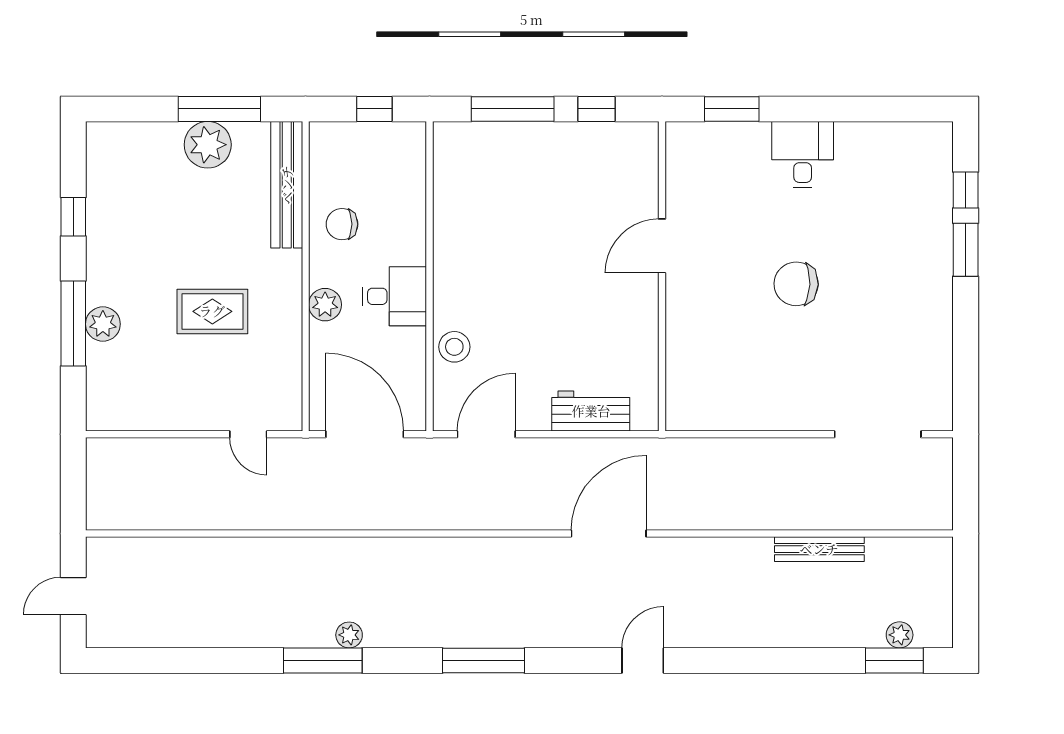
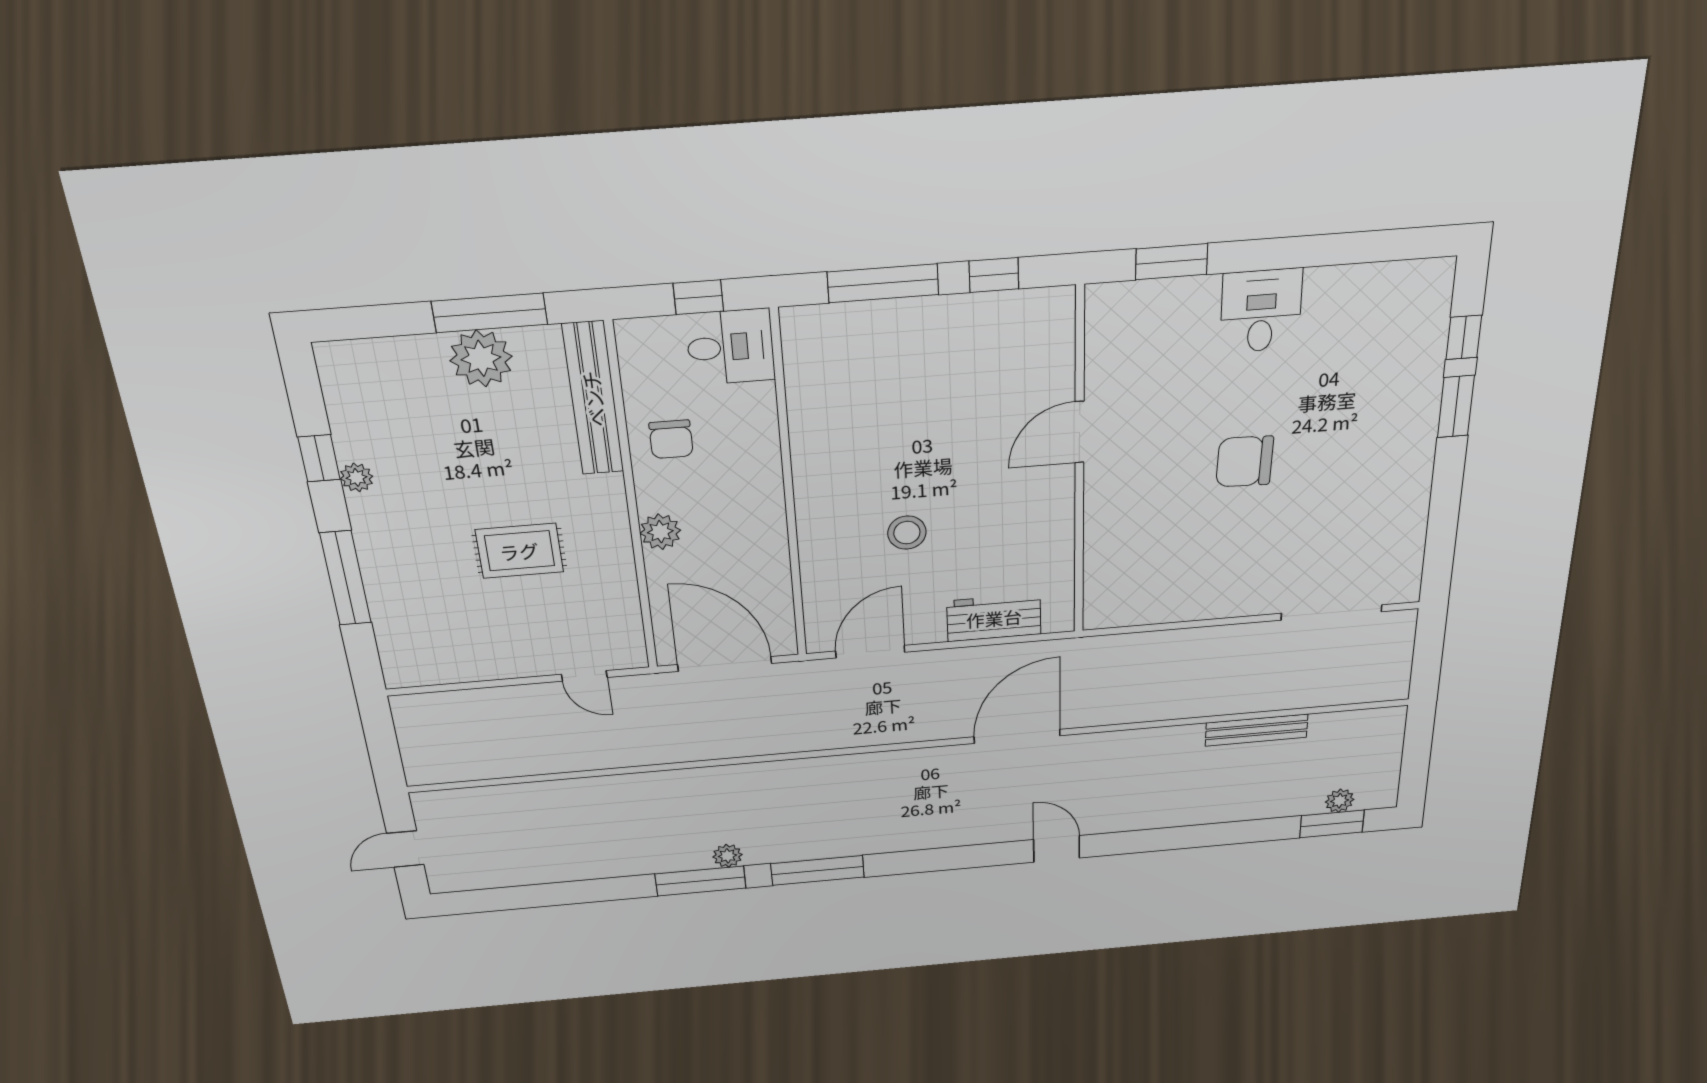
chair: (342, 224) -> (671, 439), turned -90
desk: (395, 296) -> (730, 347), moved
plant: (103, 324) -> (357, 477), moved, width x0.73, depth x0.73
stool: (454, 347) -> (907, 533), moved
window: (484, 661) -> (817, 870), moved
door: (643, 661) -> (1057, 849), hinge flipped

